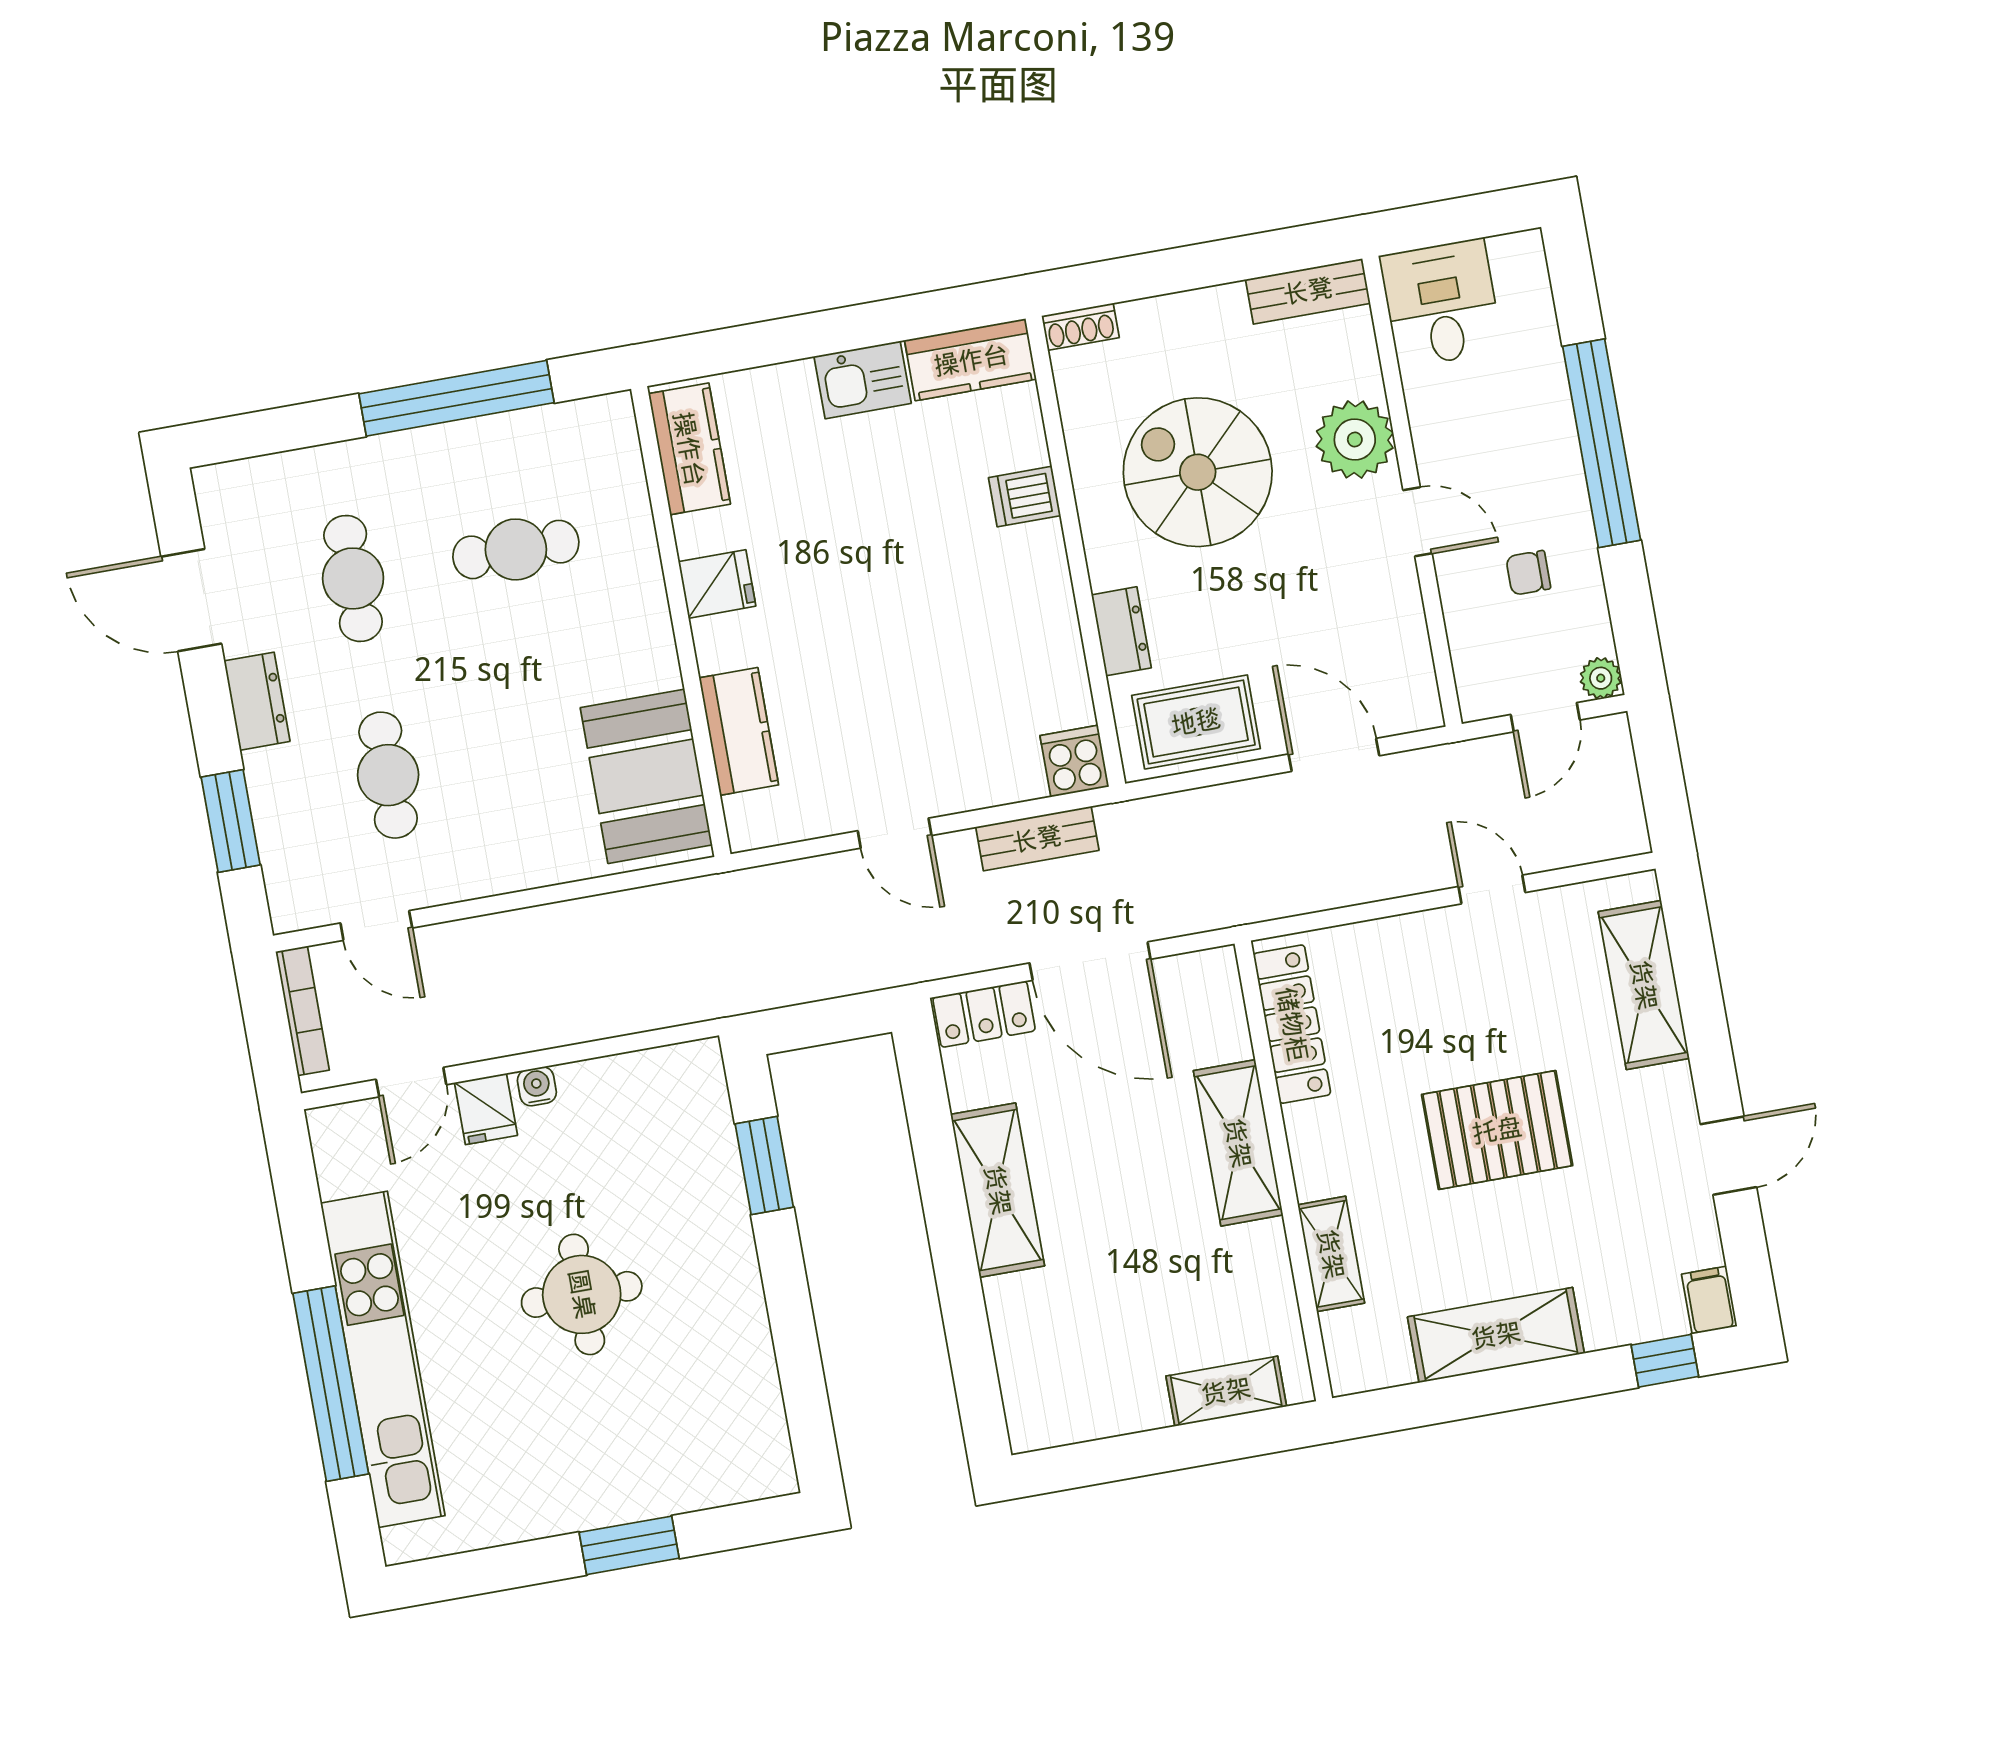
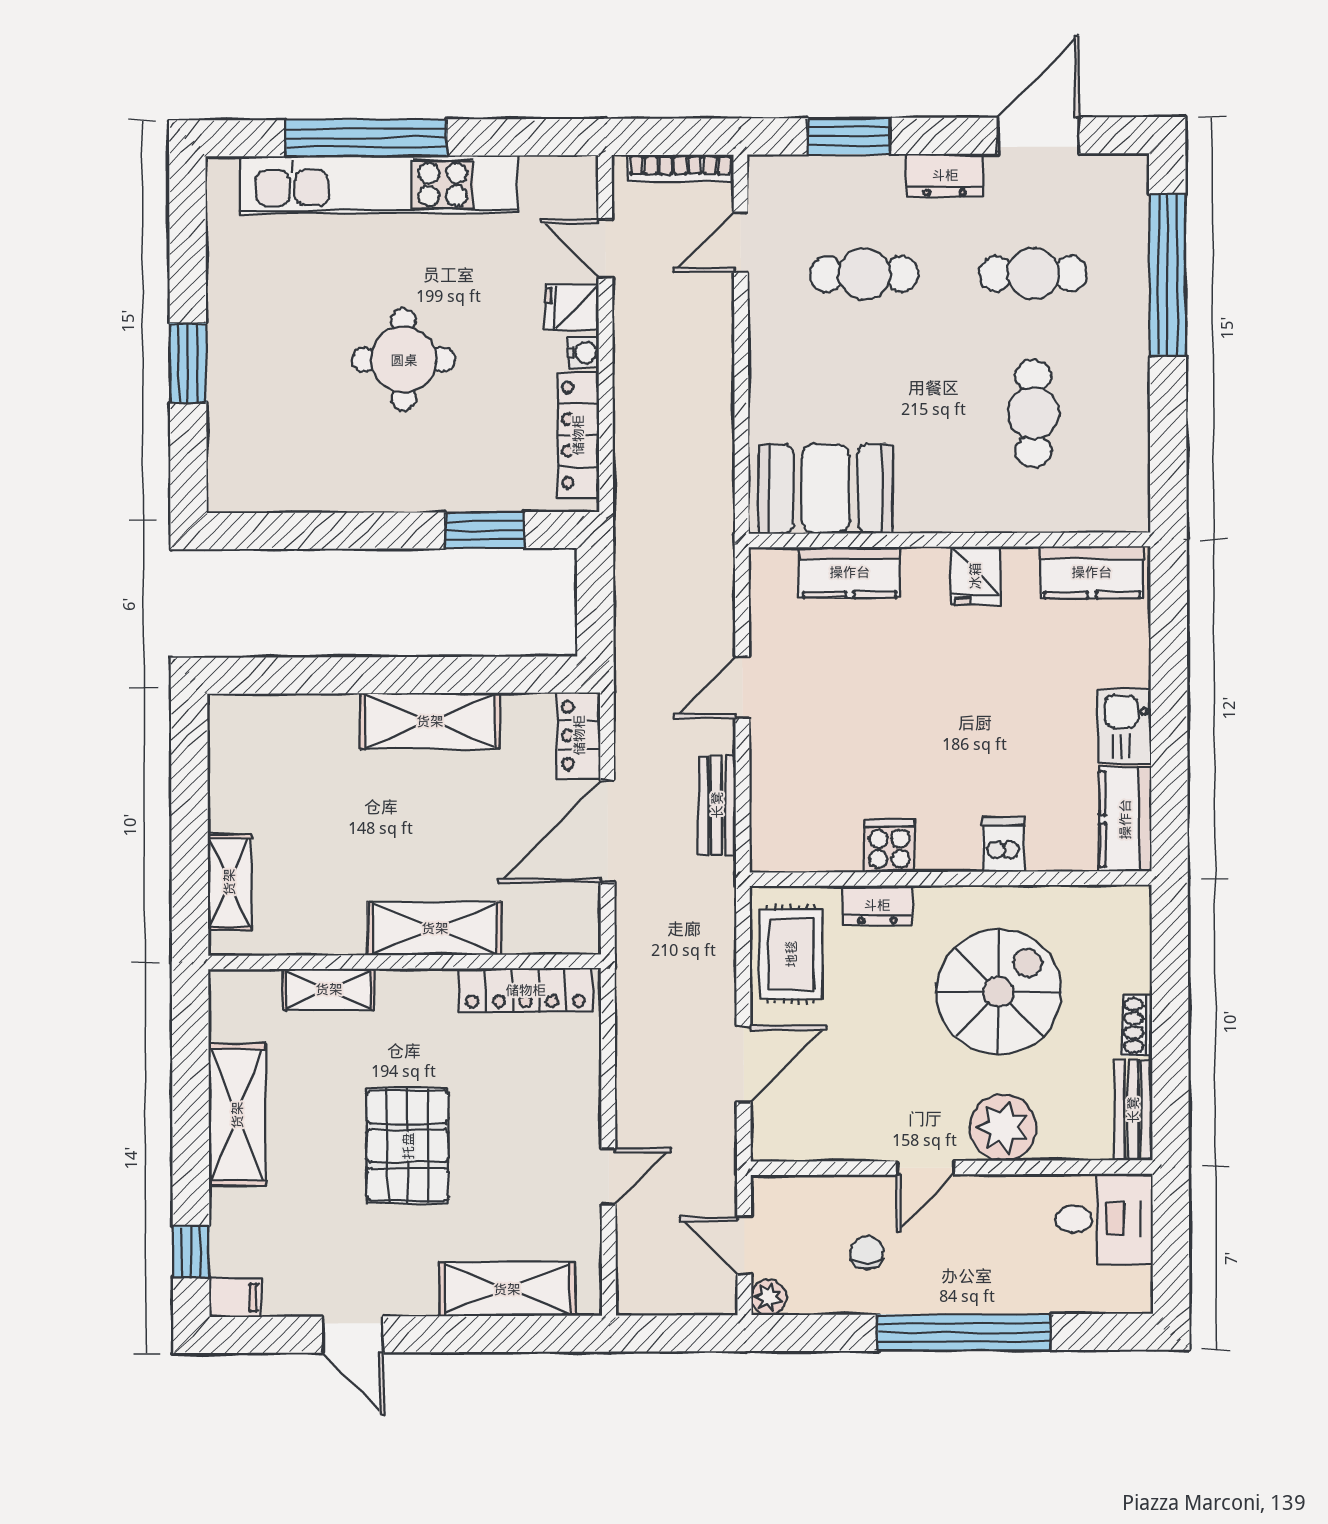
shoe rack: (1080, 327) -> (1137, 1025), moved
window: (456, 398) -> (1168, 275), moved
cooker: (1074, 761) -> (889, 846), moved, turned -90
locker: (634, 1076) -> (578, 435), added

